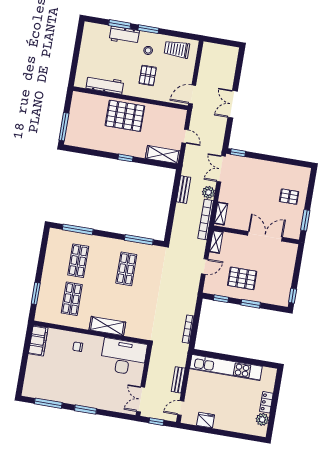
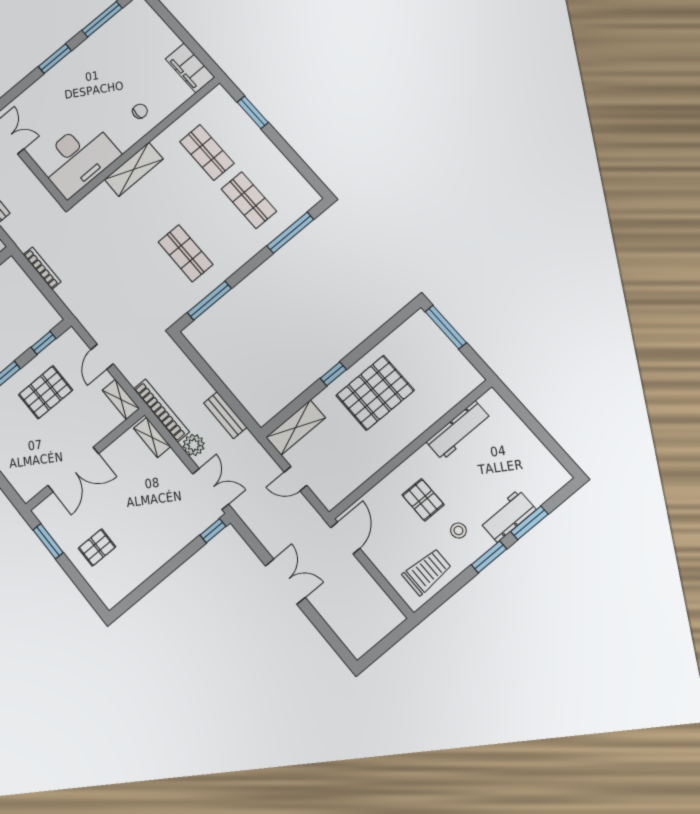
pallet: (125, 116) -> (375, 393), moved

